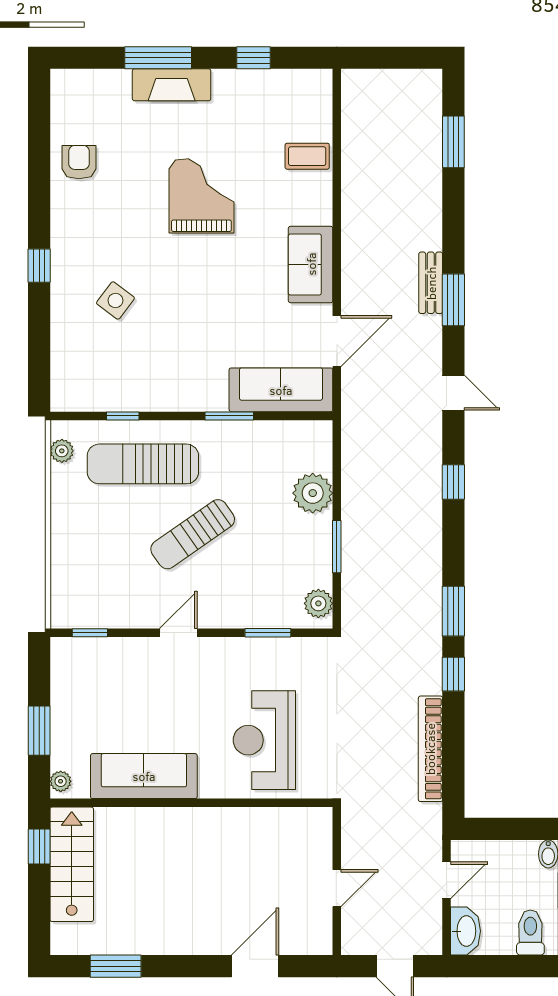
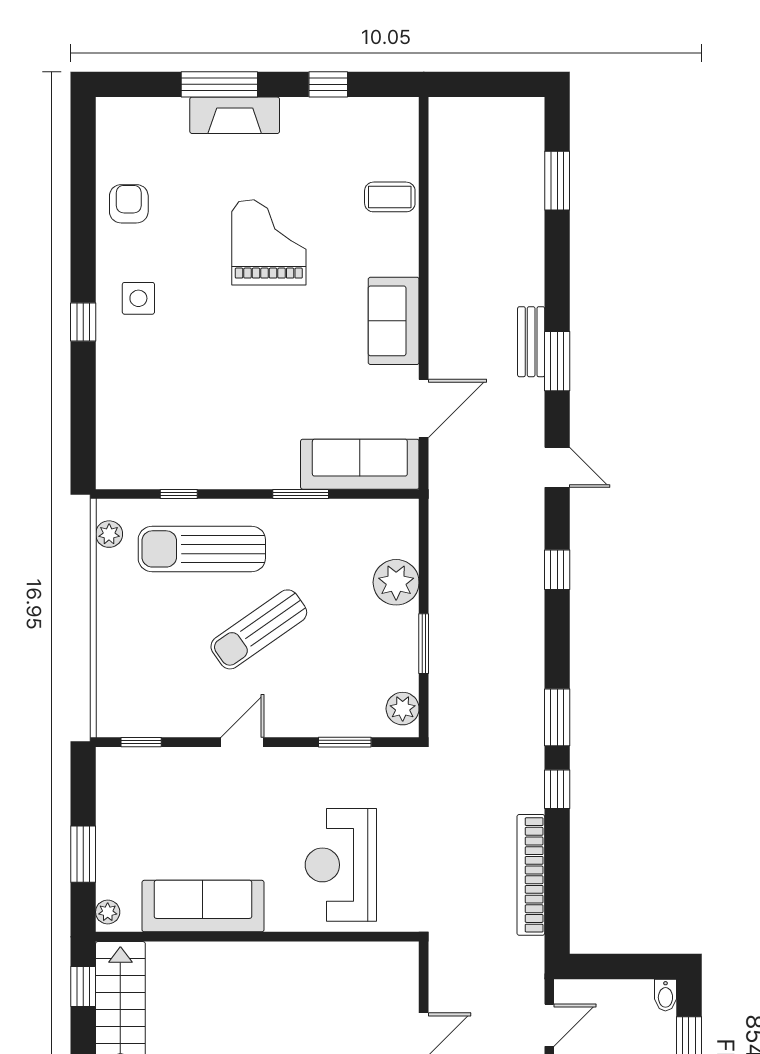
side table: (115, 300) -> (138, 298), moved, turned -37

